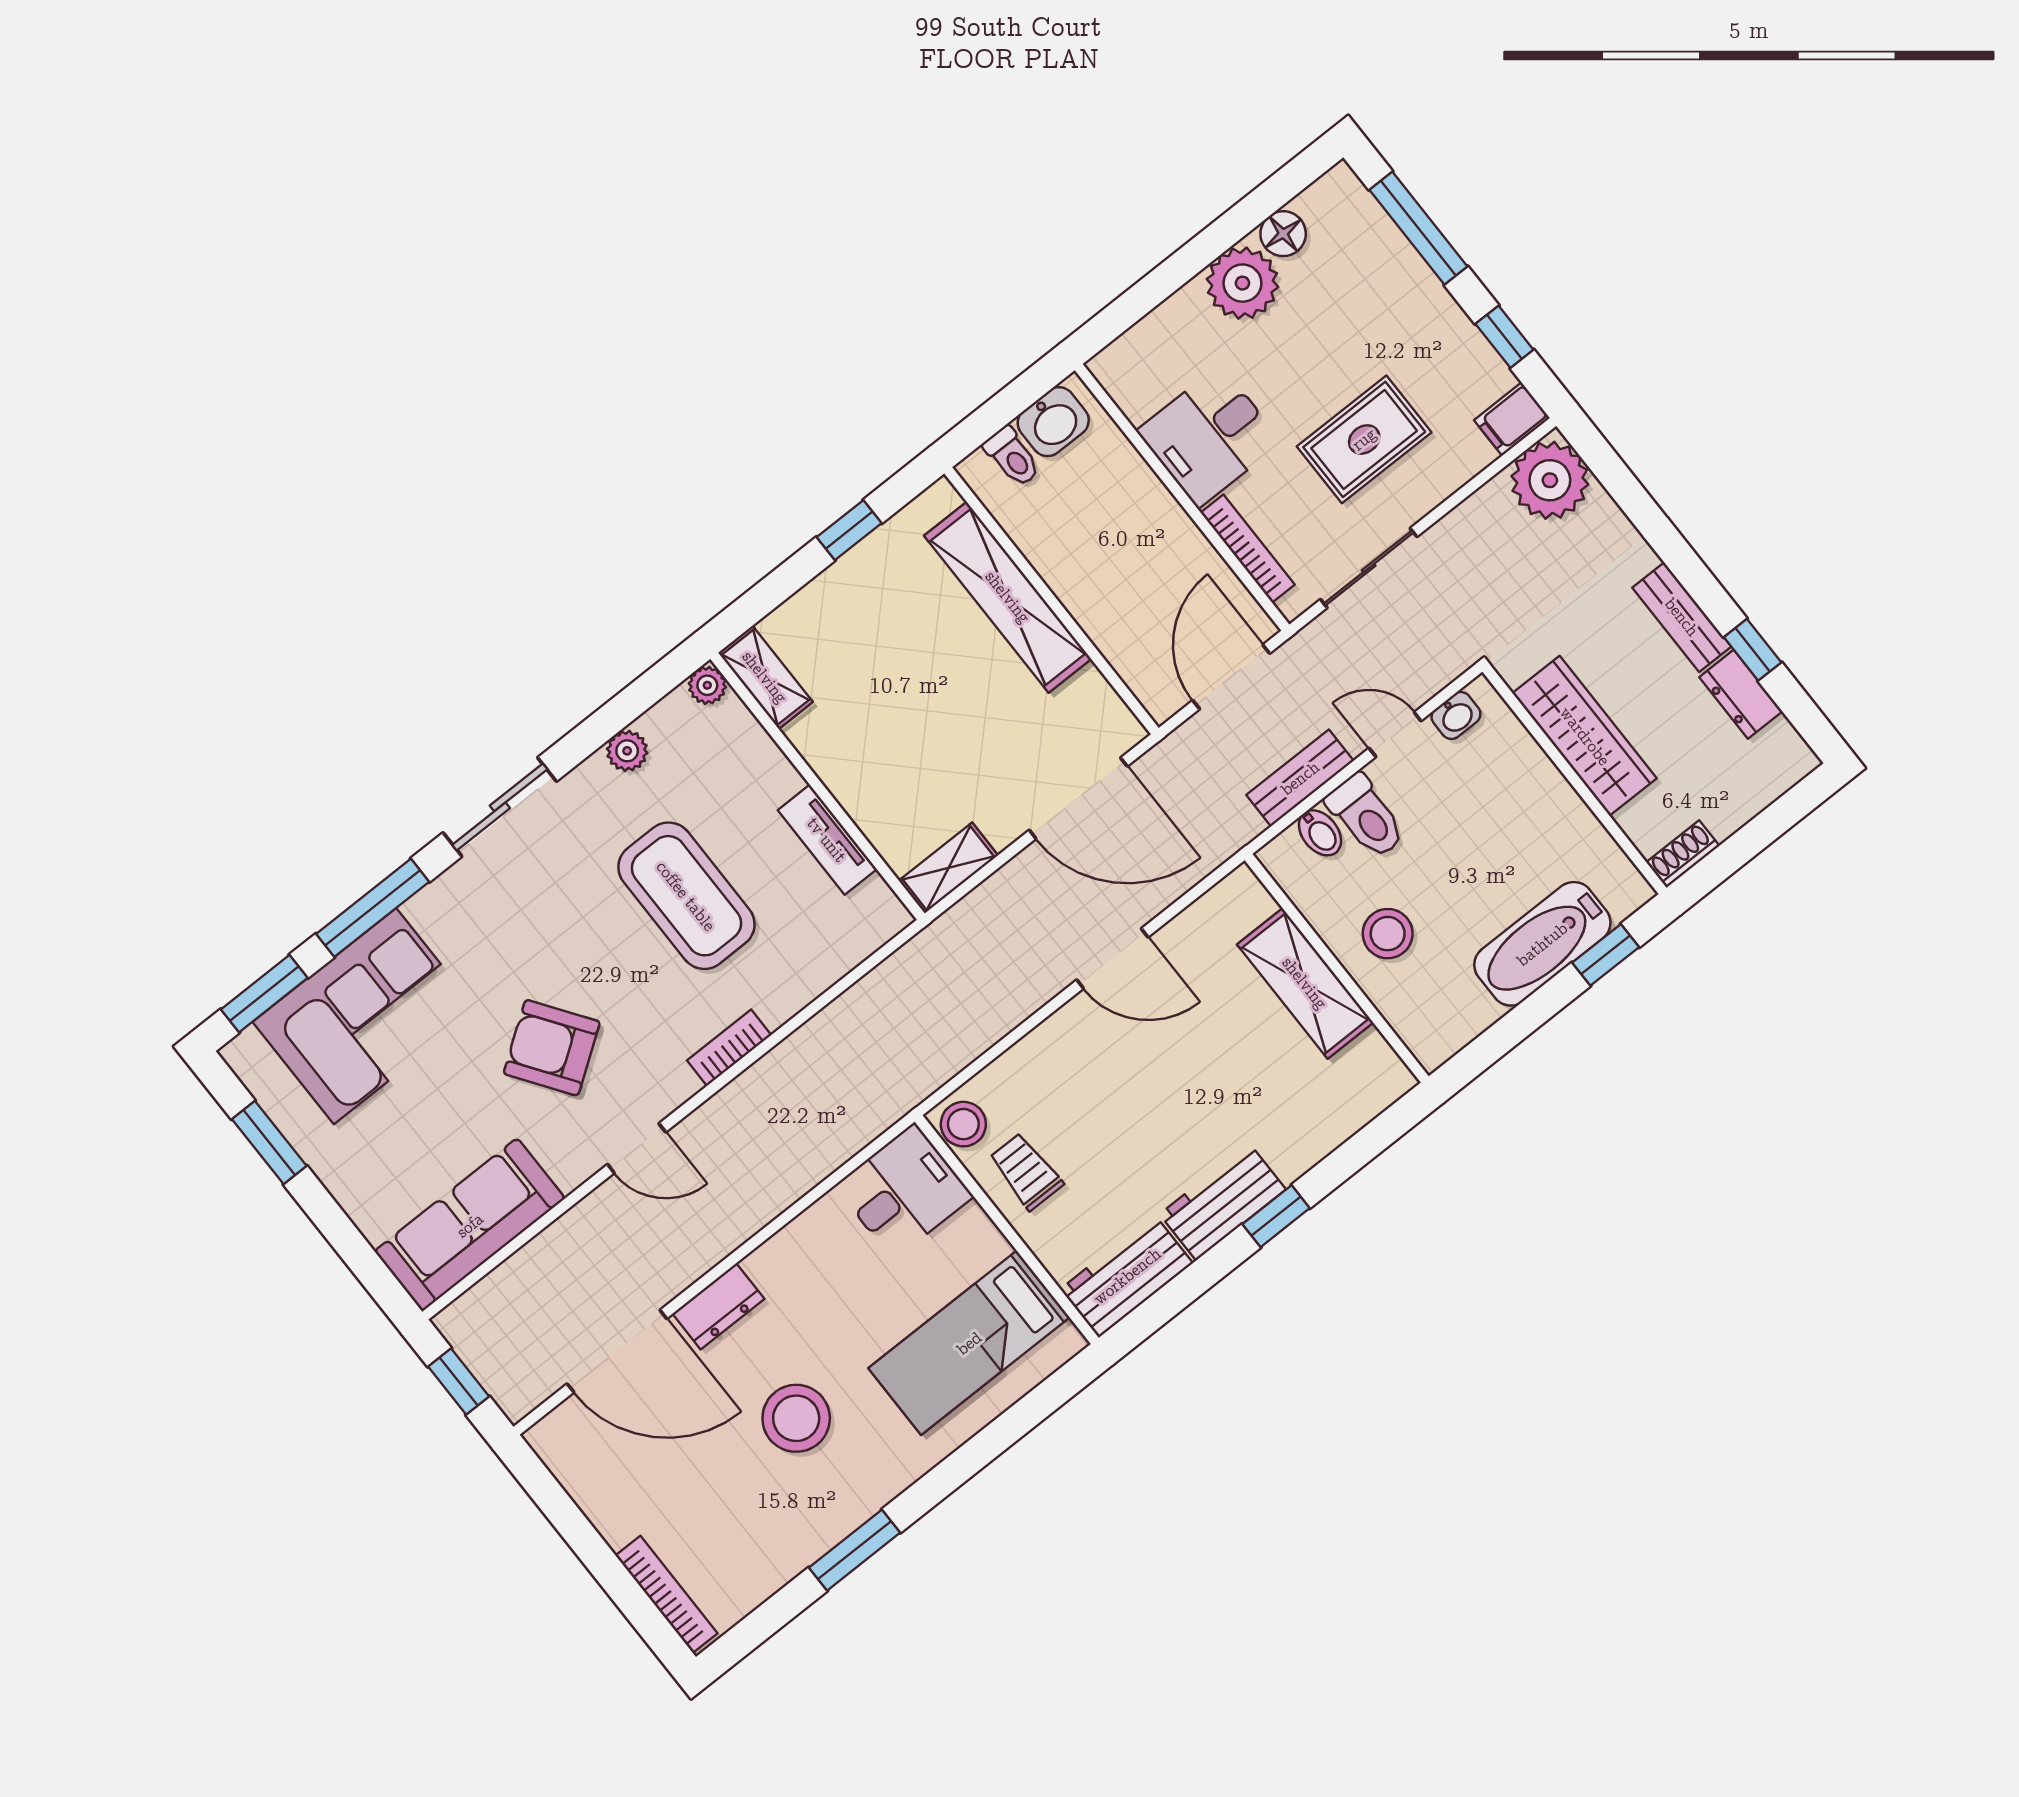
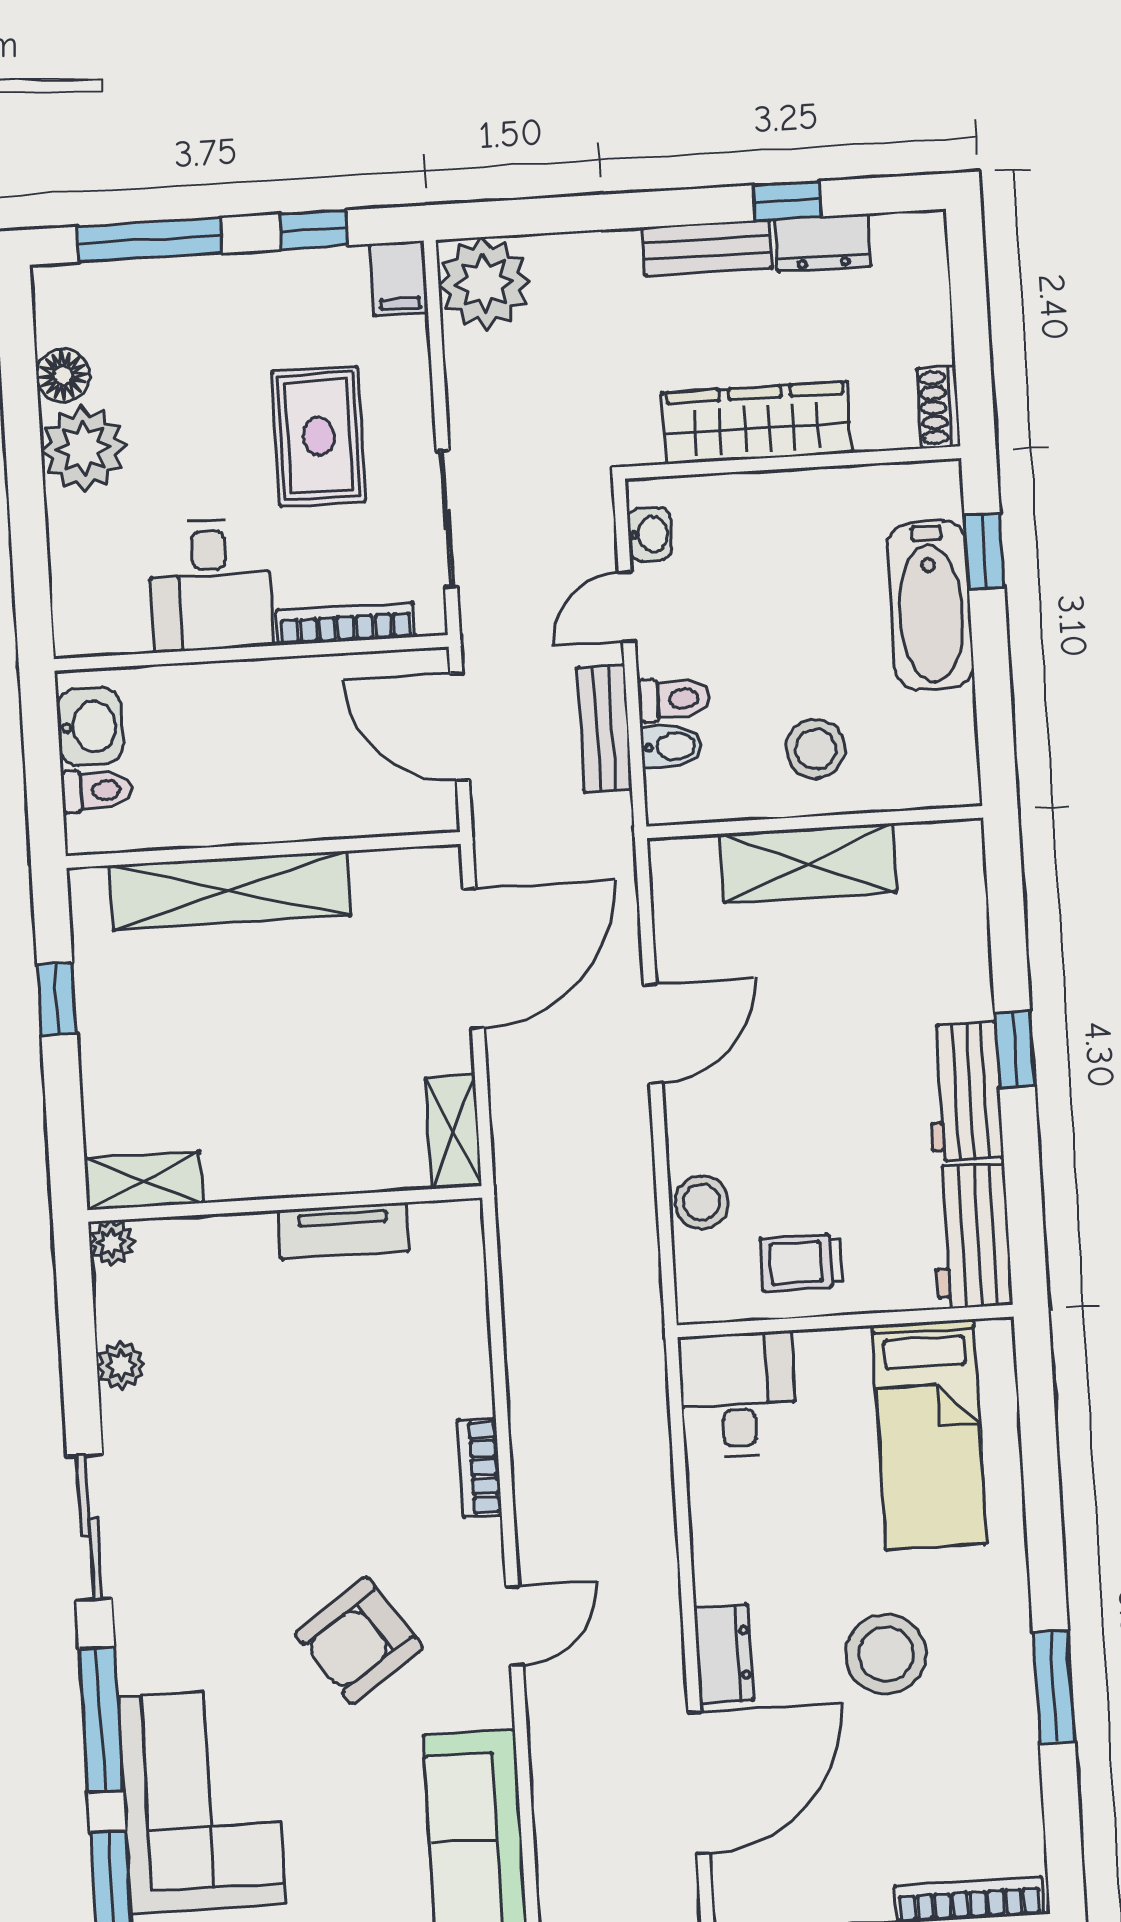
toilet: (1366, 816) -> (674, 699), width x0.73, depth x0.72
coffee table: (686, 896) -> (302, 1406), removed
stool: (963, 1124) -> (702, 1202), moved

